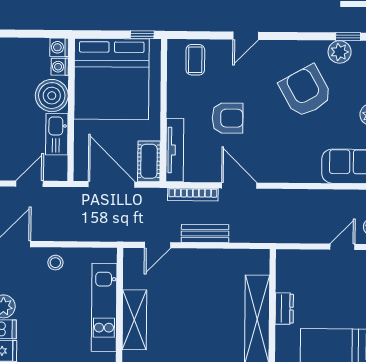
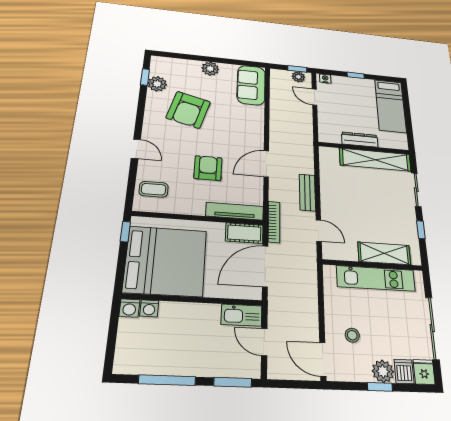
armchair: (306, 91) -> (188, 110), turned -46
boiler: (52, 96) -> (178, 317), removed
kitchen sink: (57, 134) -> (242, 315), moved
bookcase: (193, 195) -> (274, 222), moved
stool: (55, 263) -> (352, 335), moved
dresser: (284, 309) -> (360, 140), width x1.44

